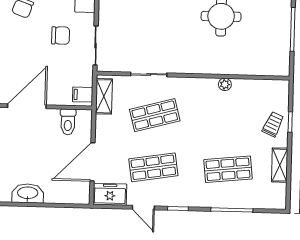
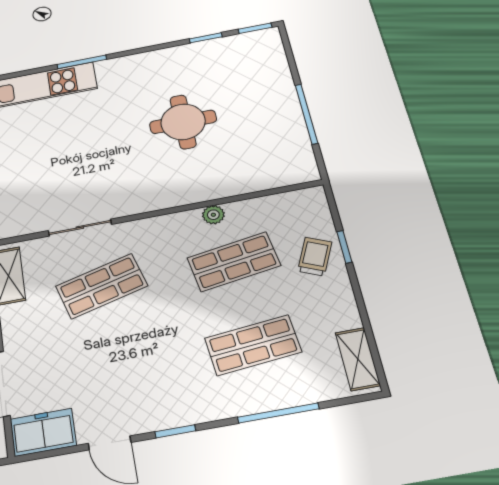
shelving: (280, 165) -> (358, 359), moved
shop shelf: (153, 167) -> (234, 262), moved

